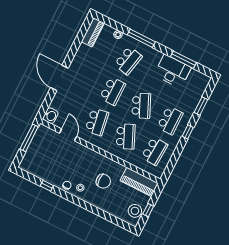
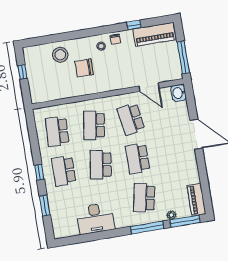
window: (183, 60) -> (185, 221), moved
school desk: (141, 106) -> (101, 165), turned 33
school desk: (126, 136) -> (94, 125), turned 33
piano: (139, 182) -> (154, 34), moved, turned 180
stool: (135, 211) -> (60, 55), moved

